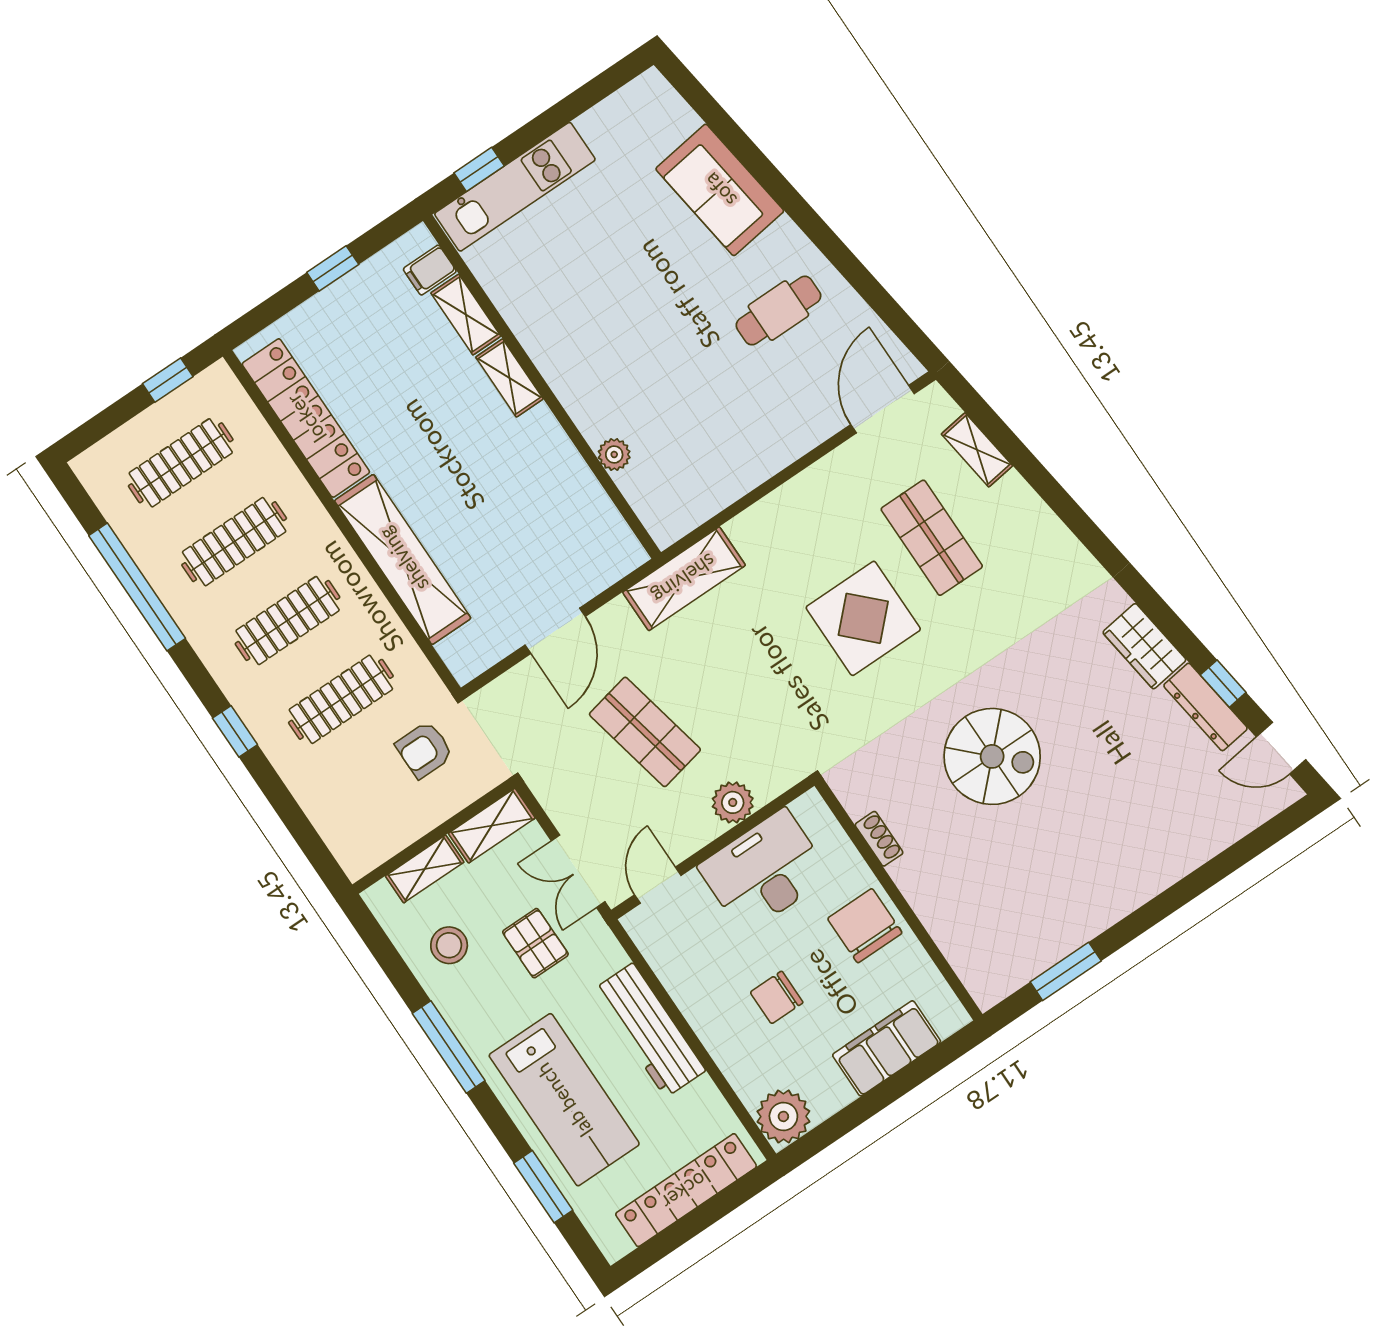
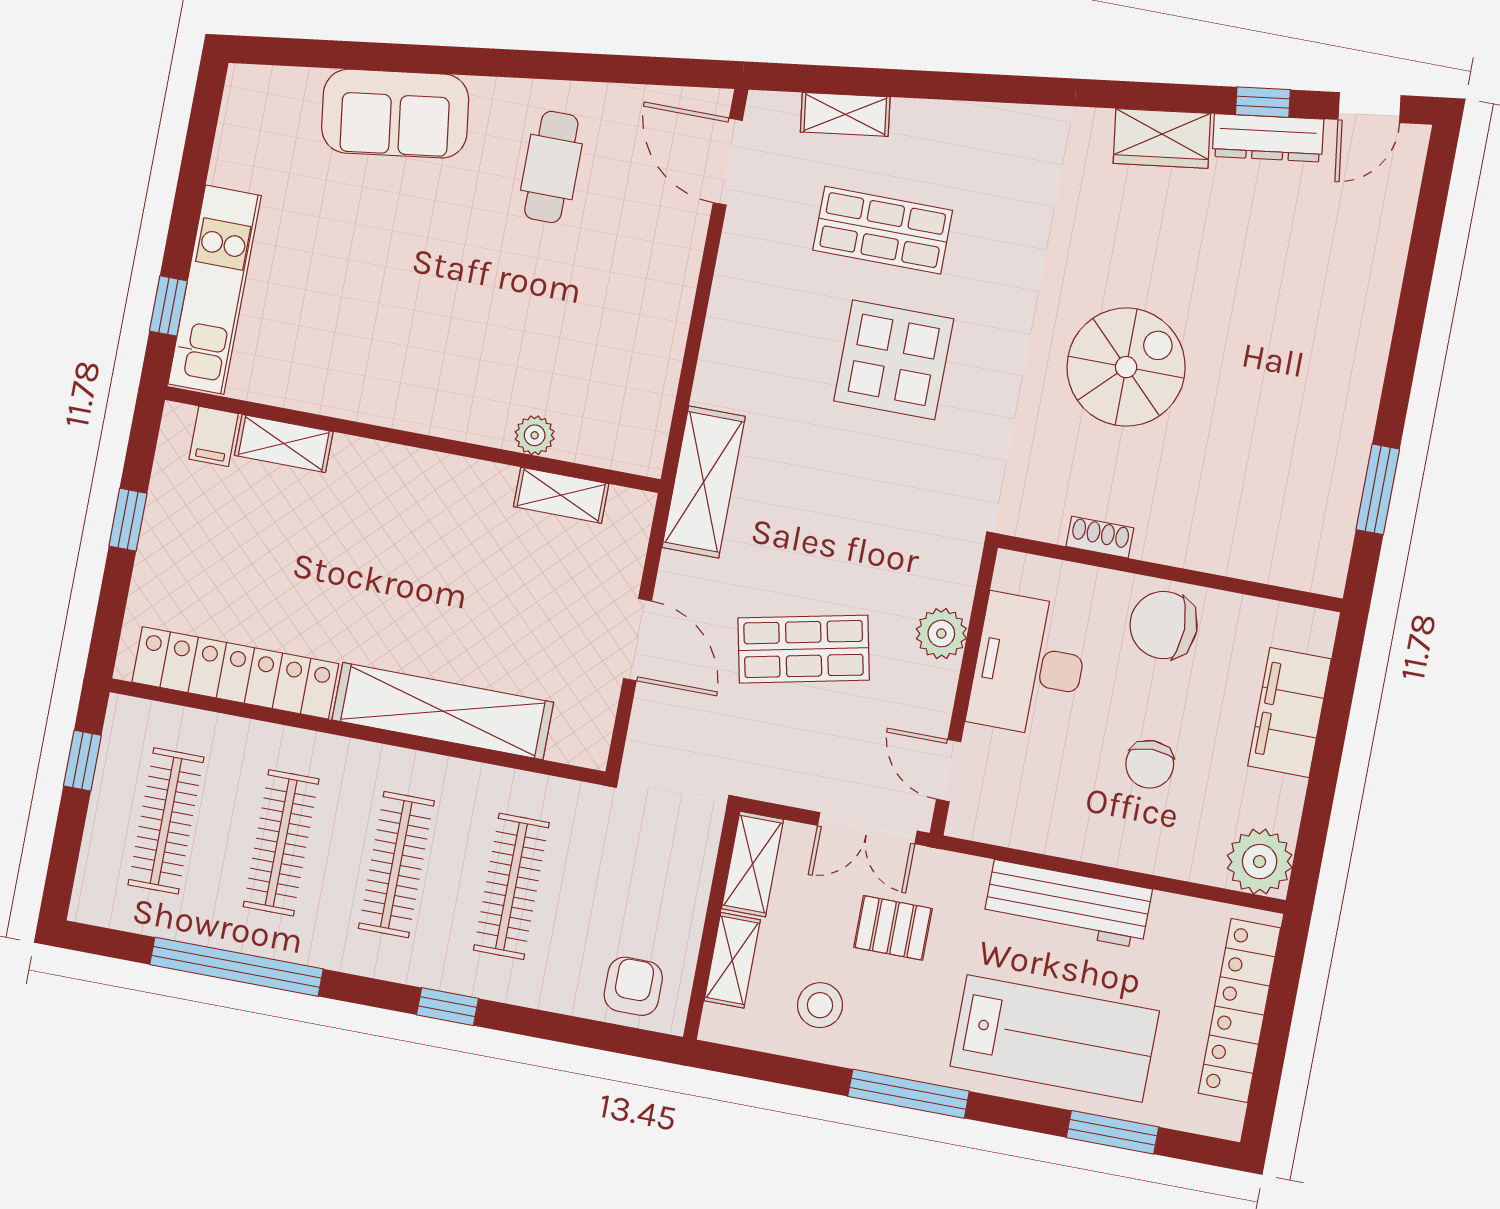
shelving: (509, 378) -> (561, 495), moved
armchair: (424, 750) -> (633, 986), moved, turned 180

